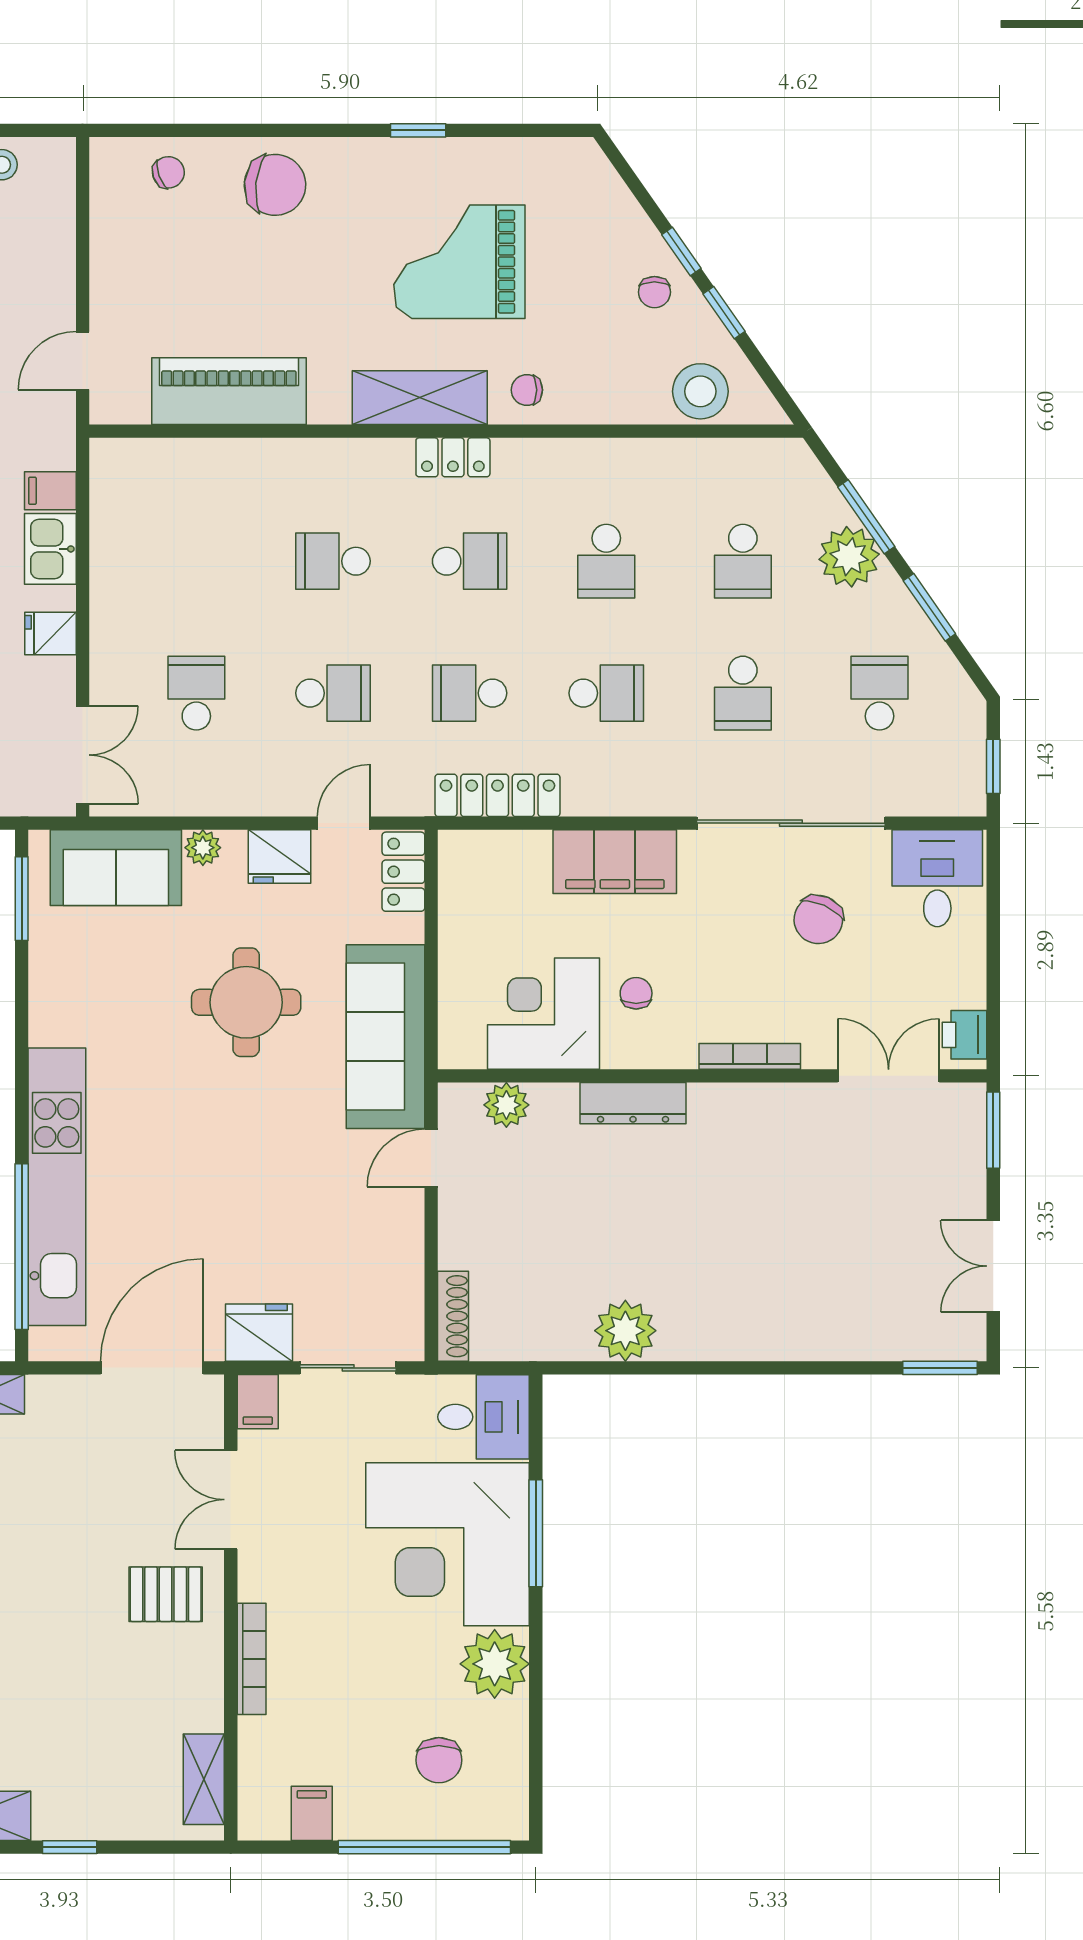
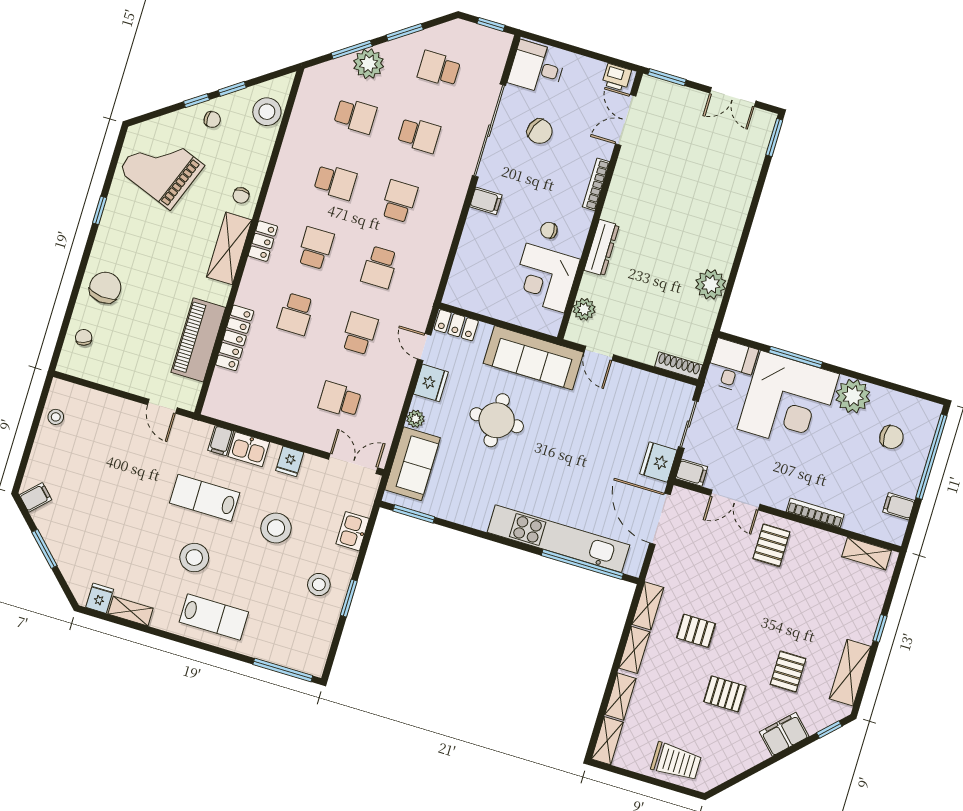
grand piano: (459, 262) -> (161, 168), moved, turned 111
locker: (497, 795) -> (235, 338), moved, turned 180
filing cabinet: (615, 862) -> (486, 201), width x0.33, depth x0.86

